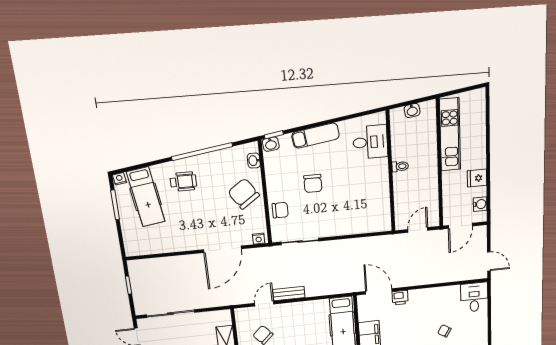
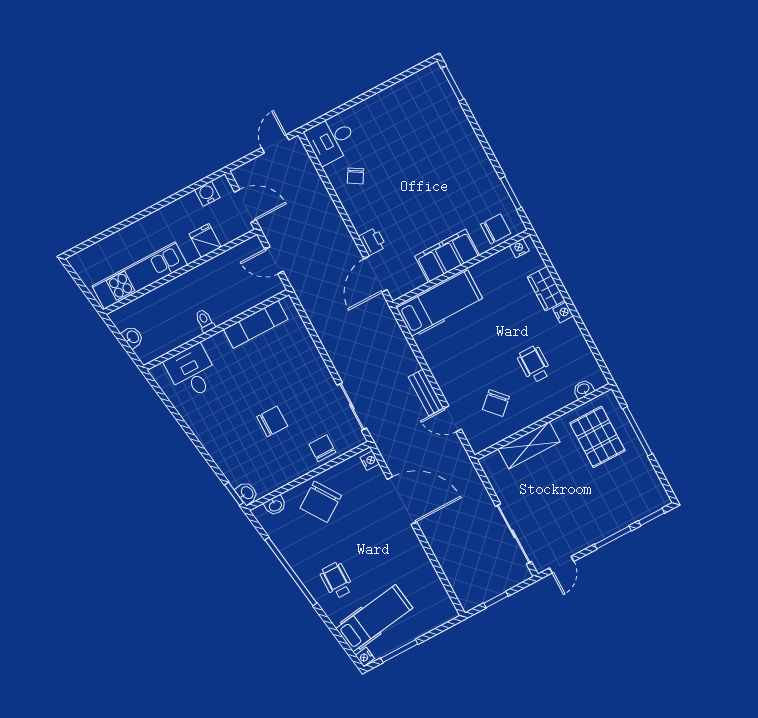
exam couch: (316, 136) -> (256, 324), moved, turned 98
fridge: (477, 178) -> (205, 241), moved, turned 180
chair: (444, 331) -> (355, 176), moved

